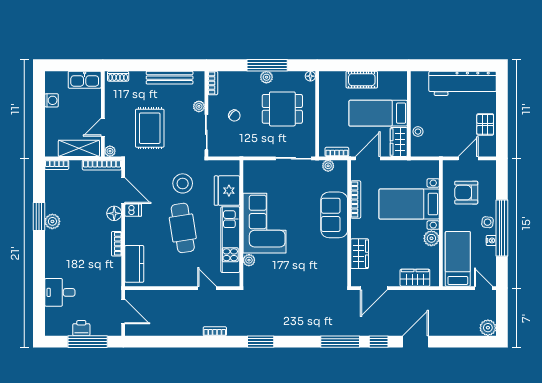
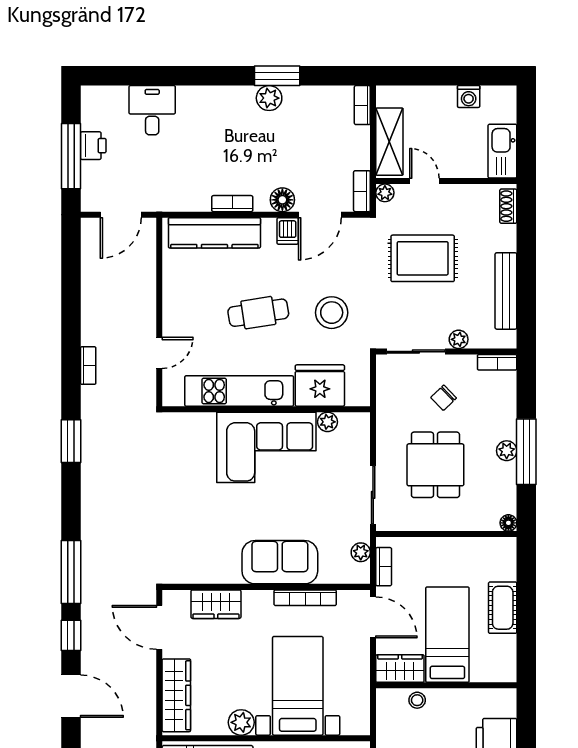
dining table: (282, 109) -> (435, 465), moved
bookcase: (102, 165) -> (362, 191), width x0.64
cafe table: (183, 228) -> (258, 313), width x0.73, depth x0.74
plant: (249, 260) -> (328, 422), moved
kitchen counter: (134, 264) -> (214, 233), width x1.50
wardrobe: (415, 278) -> (176, 695), width x1.50

